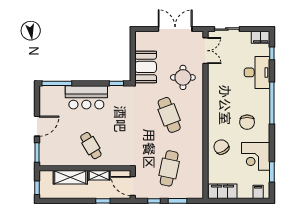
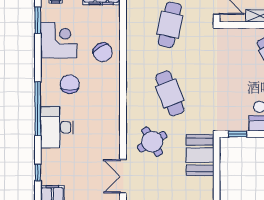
desk: (257, 72) -> (57, 127), moved
round table: (183, 77) -> (152, 142), turned -30

